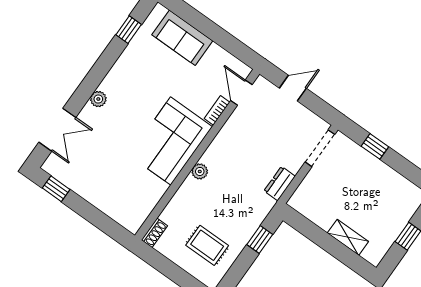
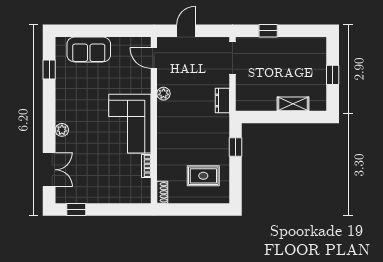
bookcase: (217, 110) -> (146, 166), moved
plant: (200, 171) -> (164, 94), moved

